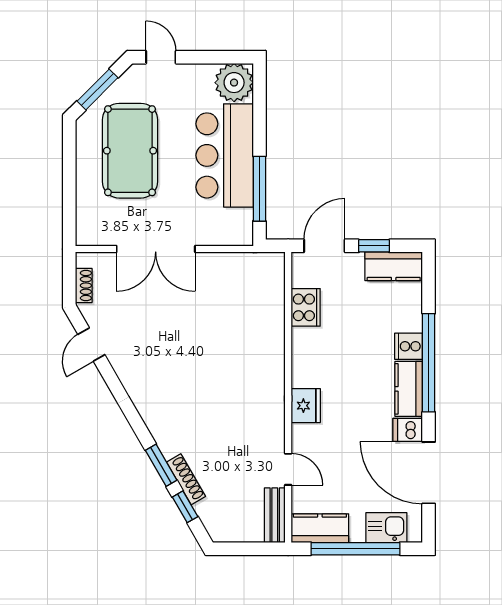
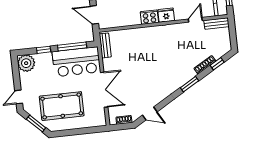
window: (259, 125) -> (44, 50), added
bar counter: (225, 155) -> (76, 62), moved
bench: (254, 262) -> (105, 45), added
cooker: (306, 307) -> (149, 17), moved
window: (161, 465) -> (189, 84), moved

